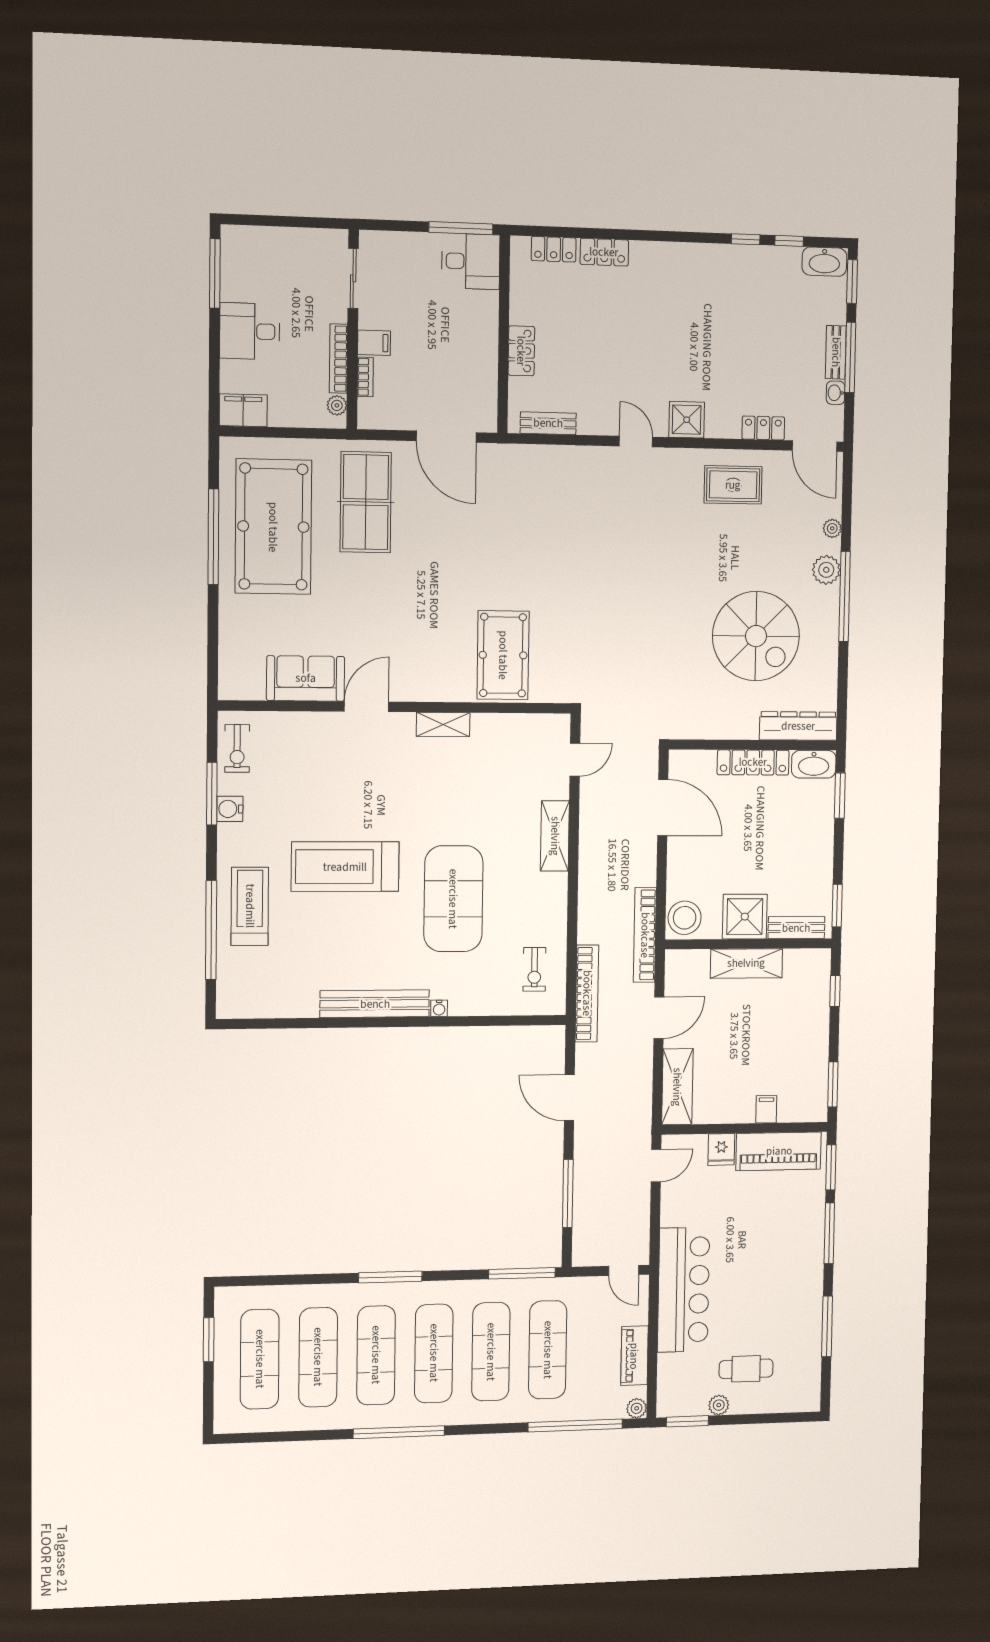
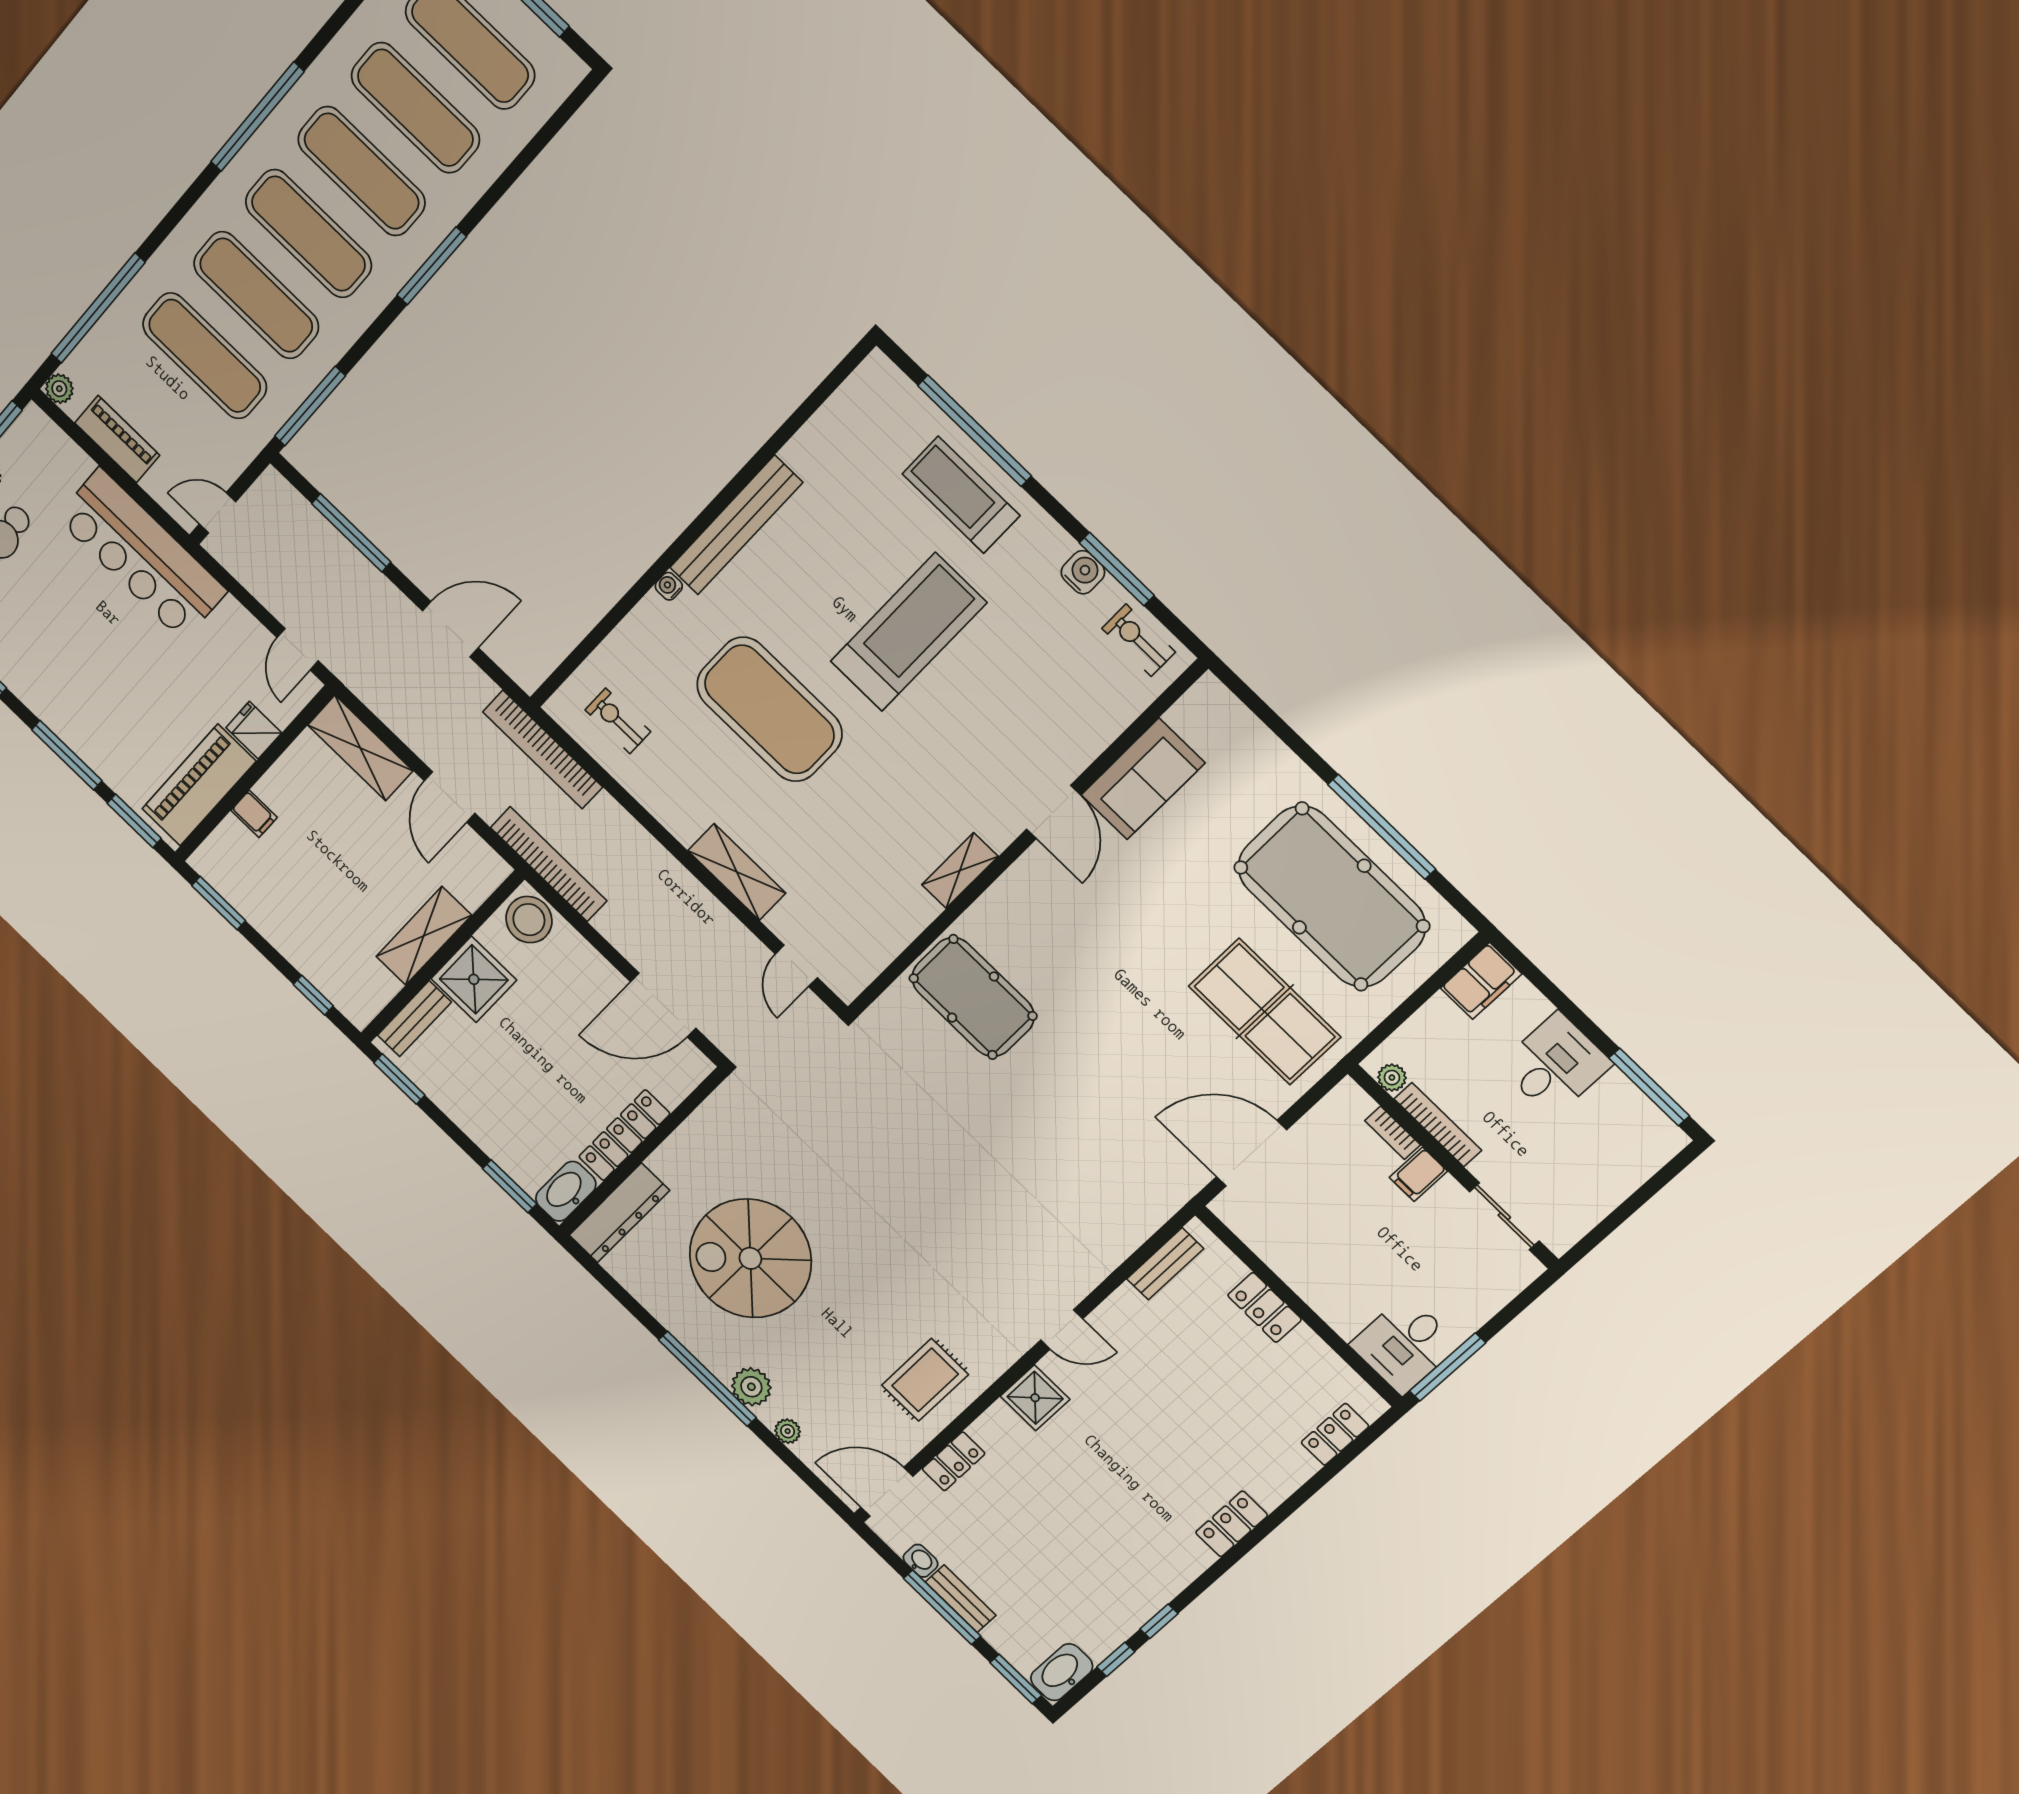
locker: (604, 252) -> (1232, 1524), moved
treadmill: (250, 906) -> (961, 495), turned 180

